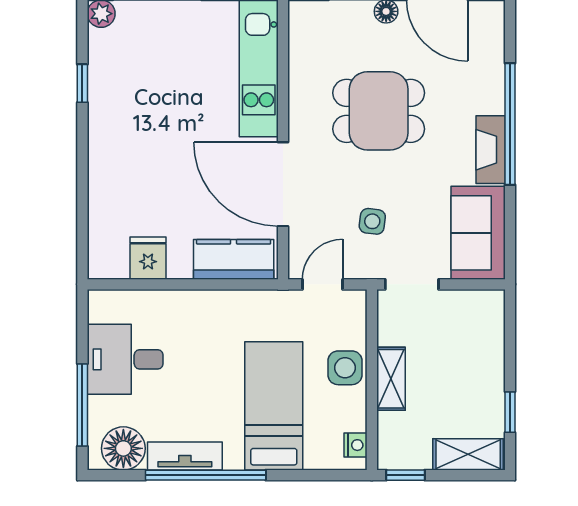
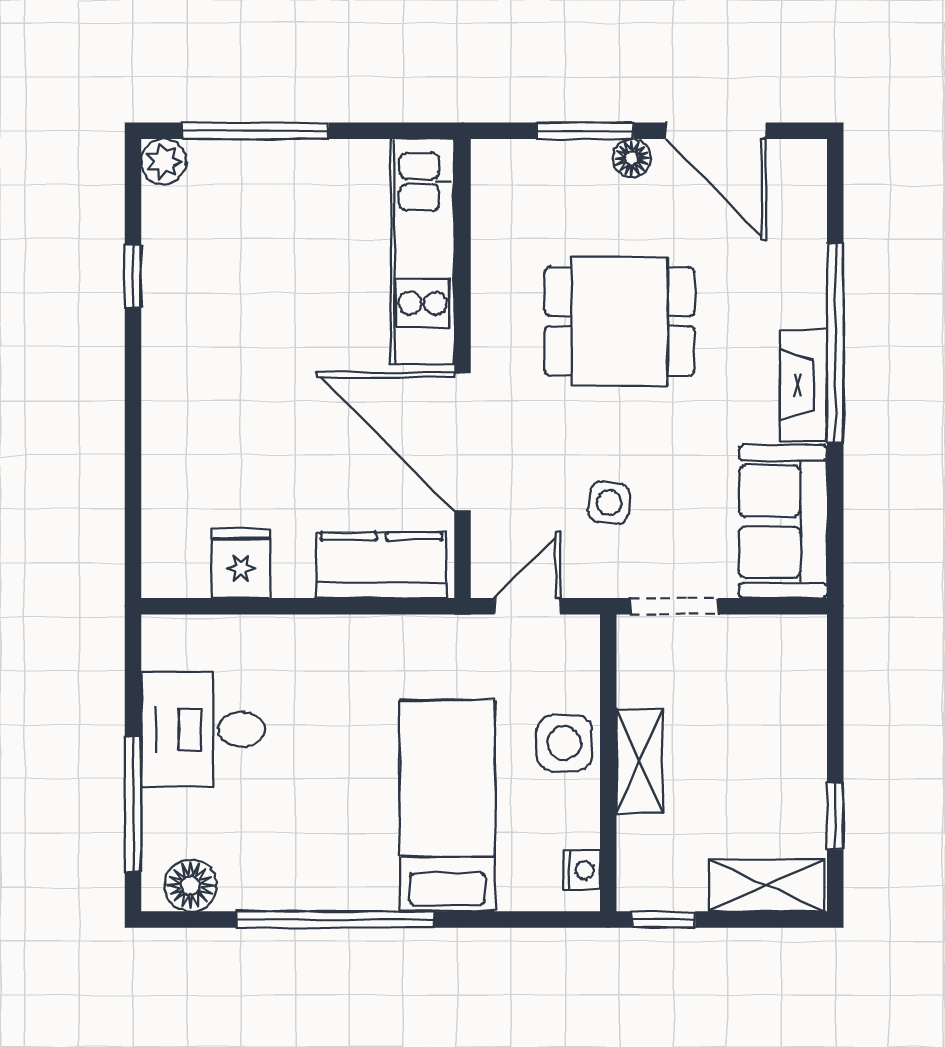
floor lamp: (123, 448) -> (191, 885), width x0.73, depth x0.73
tv unit: (185, 456) -> (301, 888), removed

